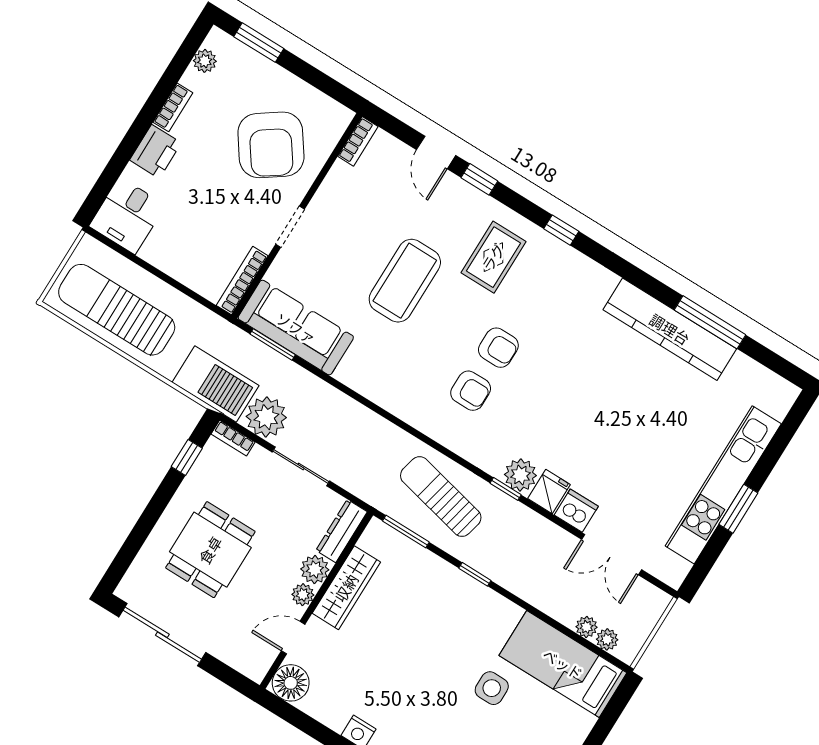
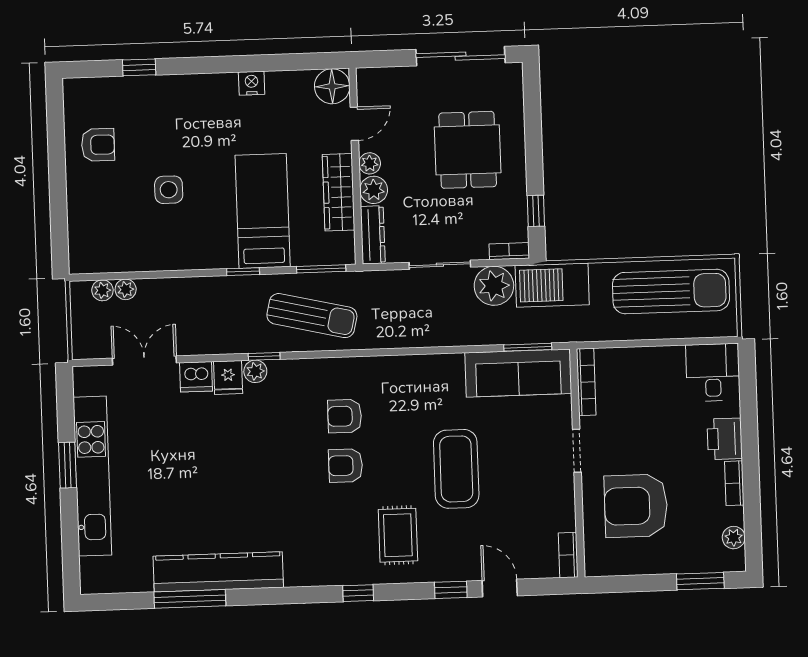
armchair: (271, 145) -> (636, 506), turned -55
plant: (520, 475) -> (255, 371), width x0.73, depth x0.73
bed: (563, 664) -> (263, 211), moved, turned -90

